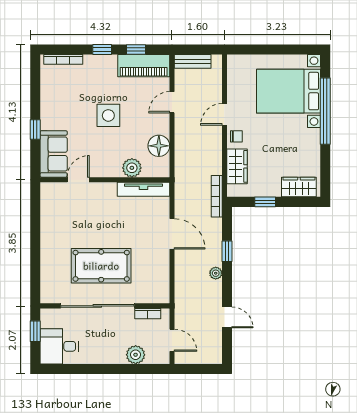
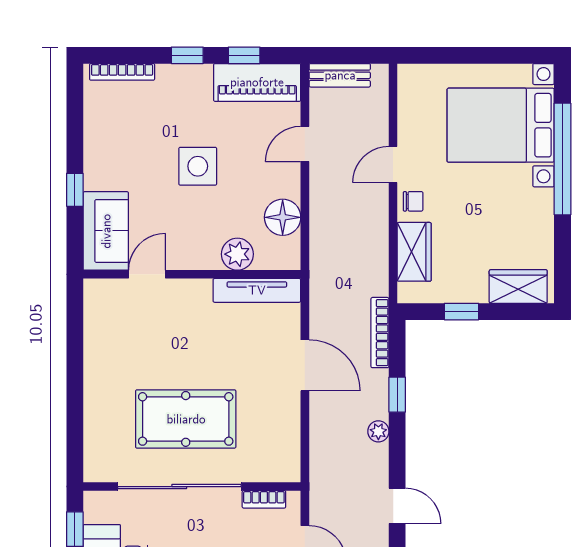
bookcase: (217, 196) -> (380, 333), moved

